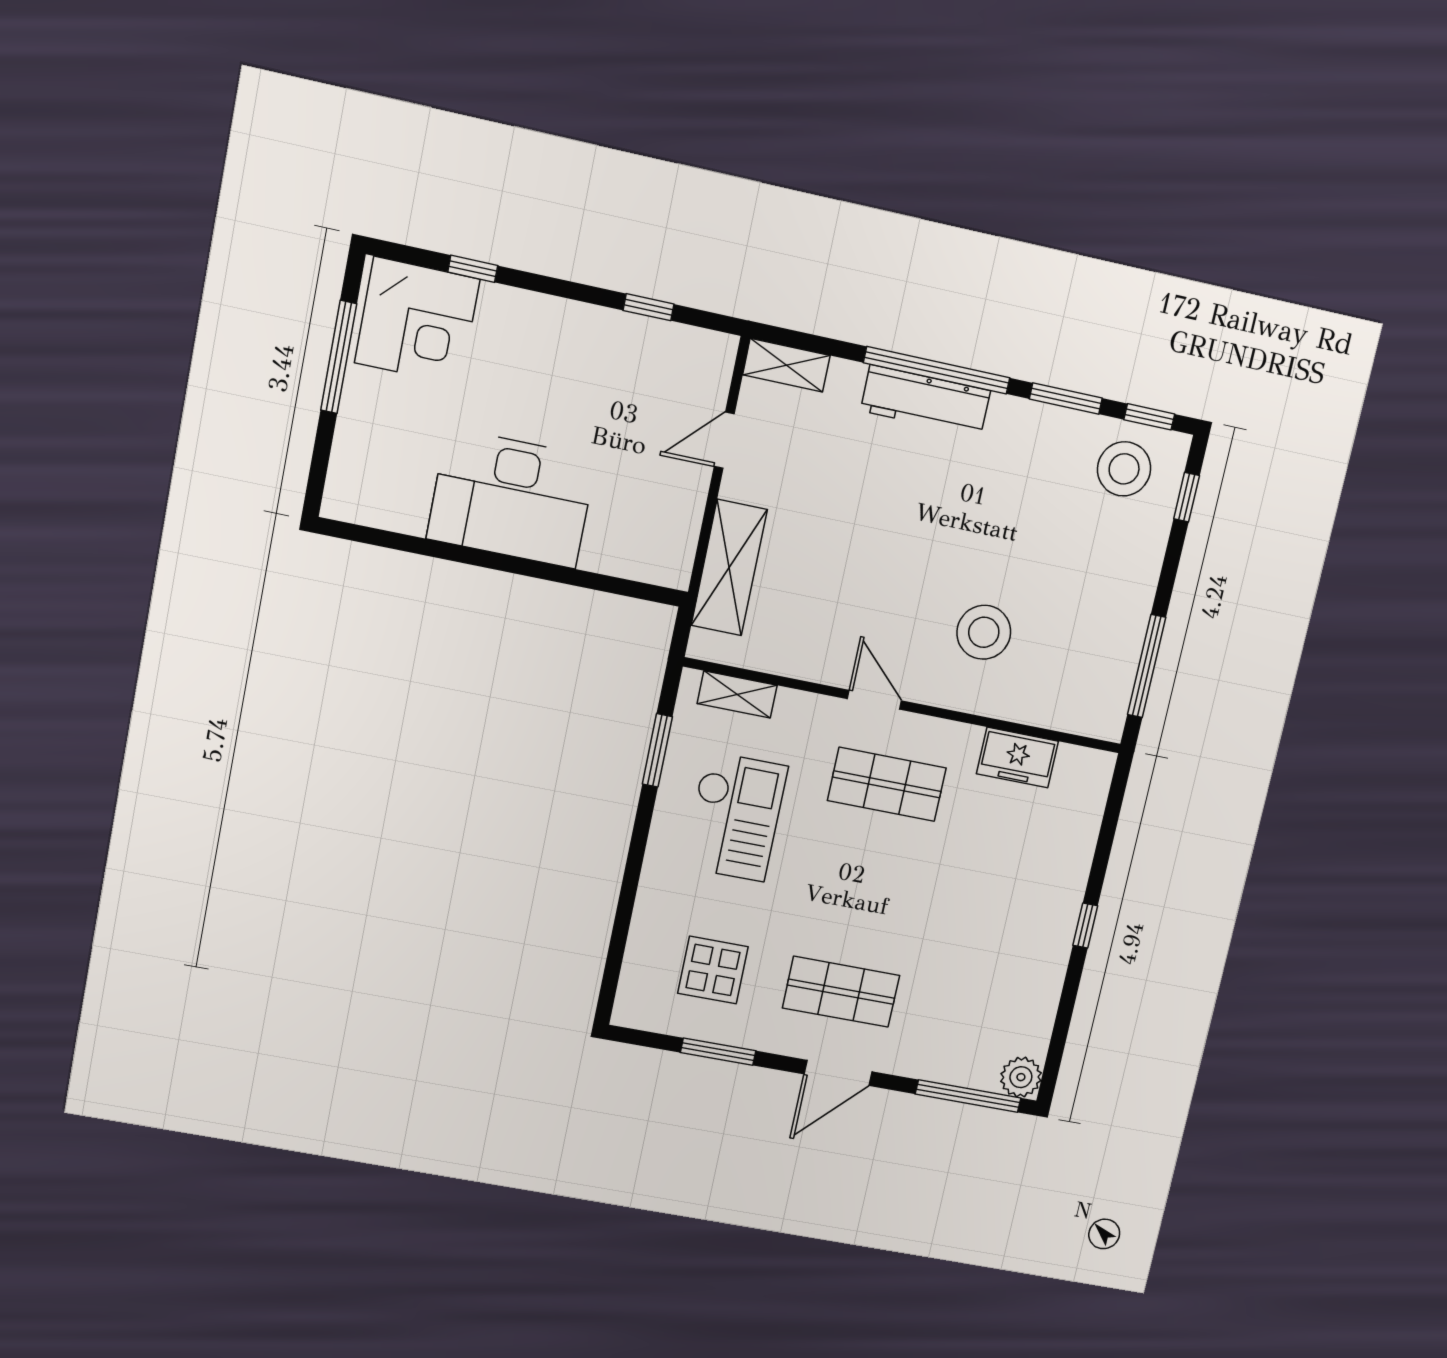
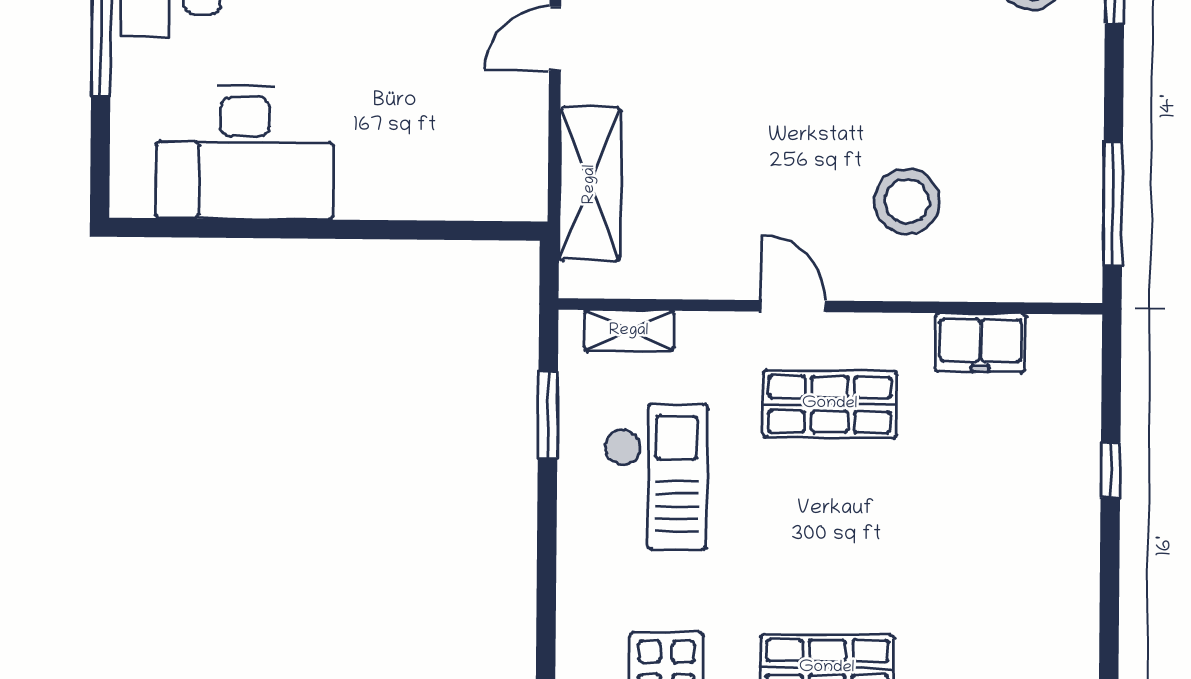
desk: (512, 498) -> (245, 153), moved
window: (1085, 926) -> (1110, 470), moved

